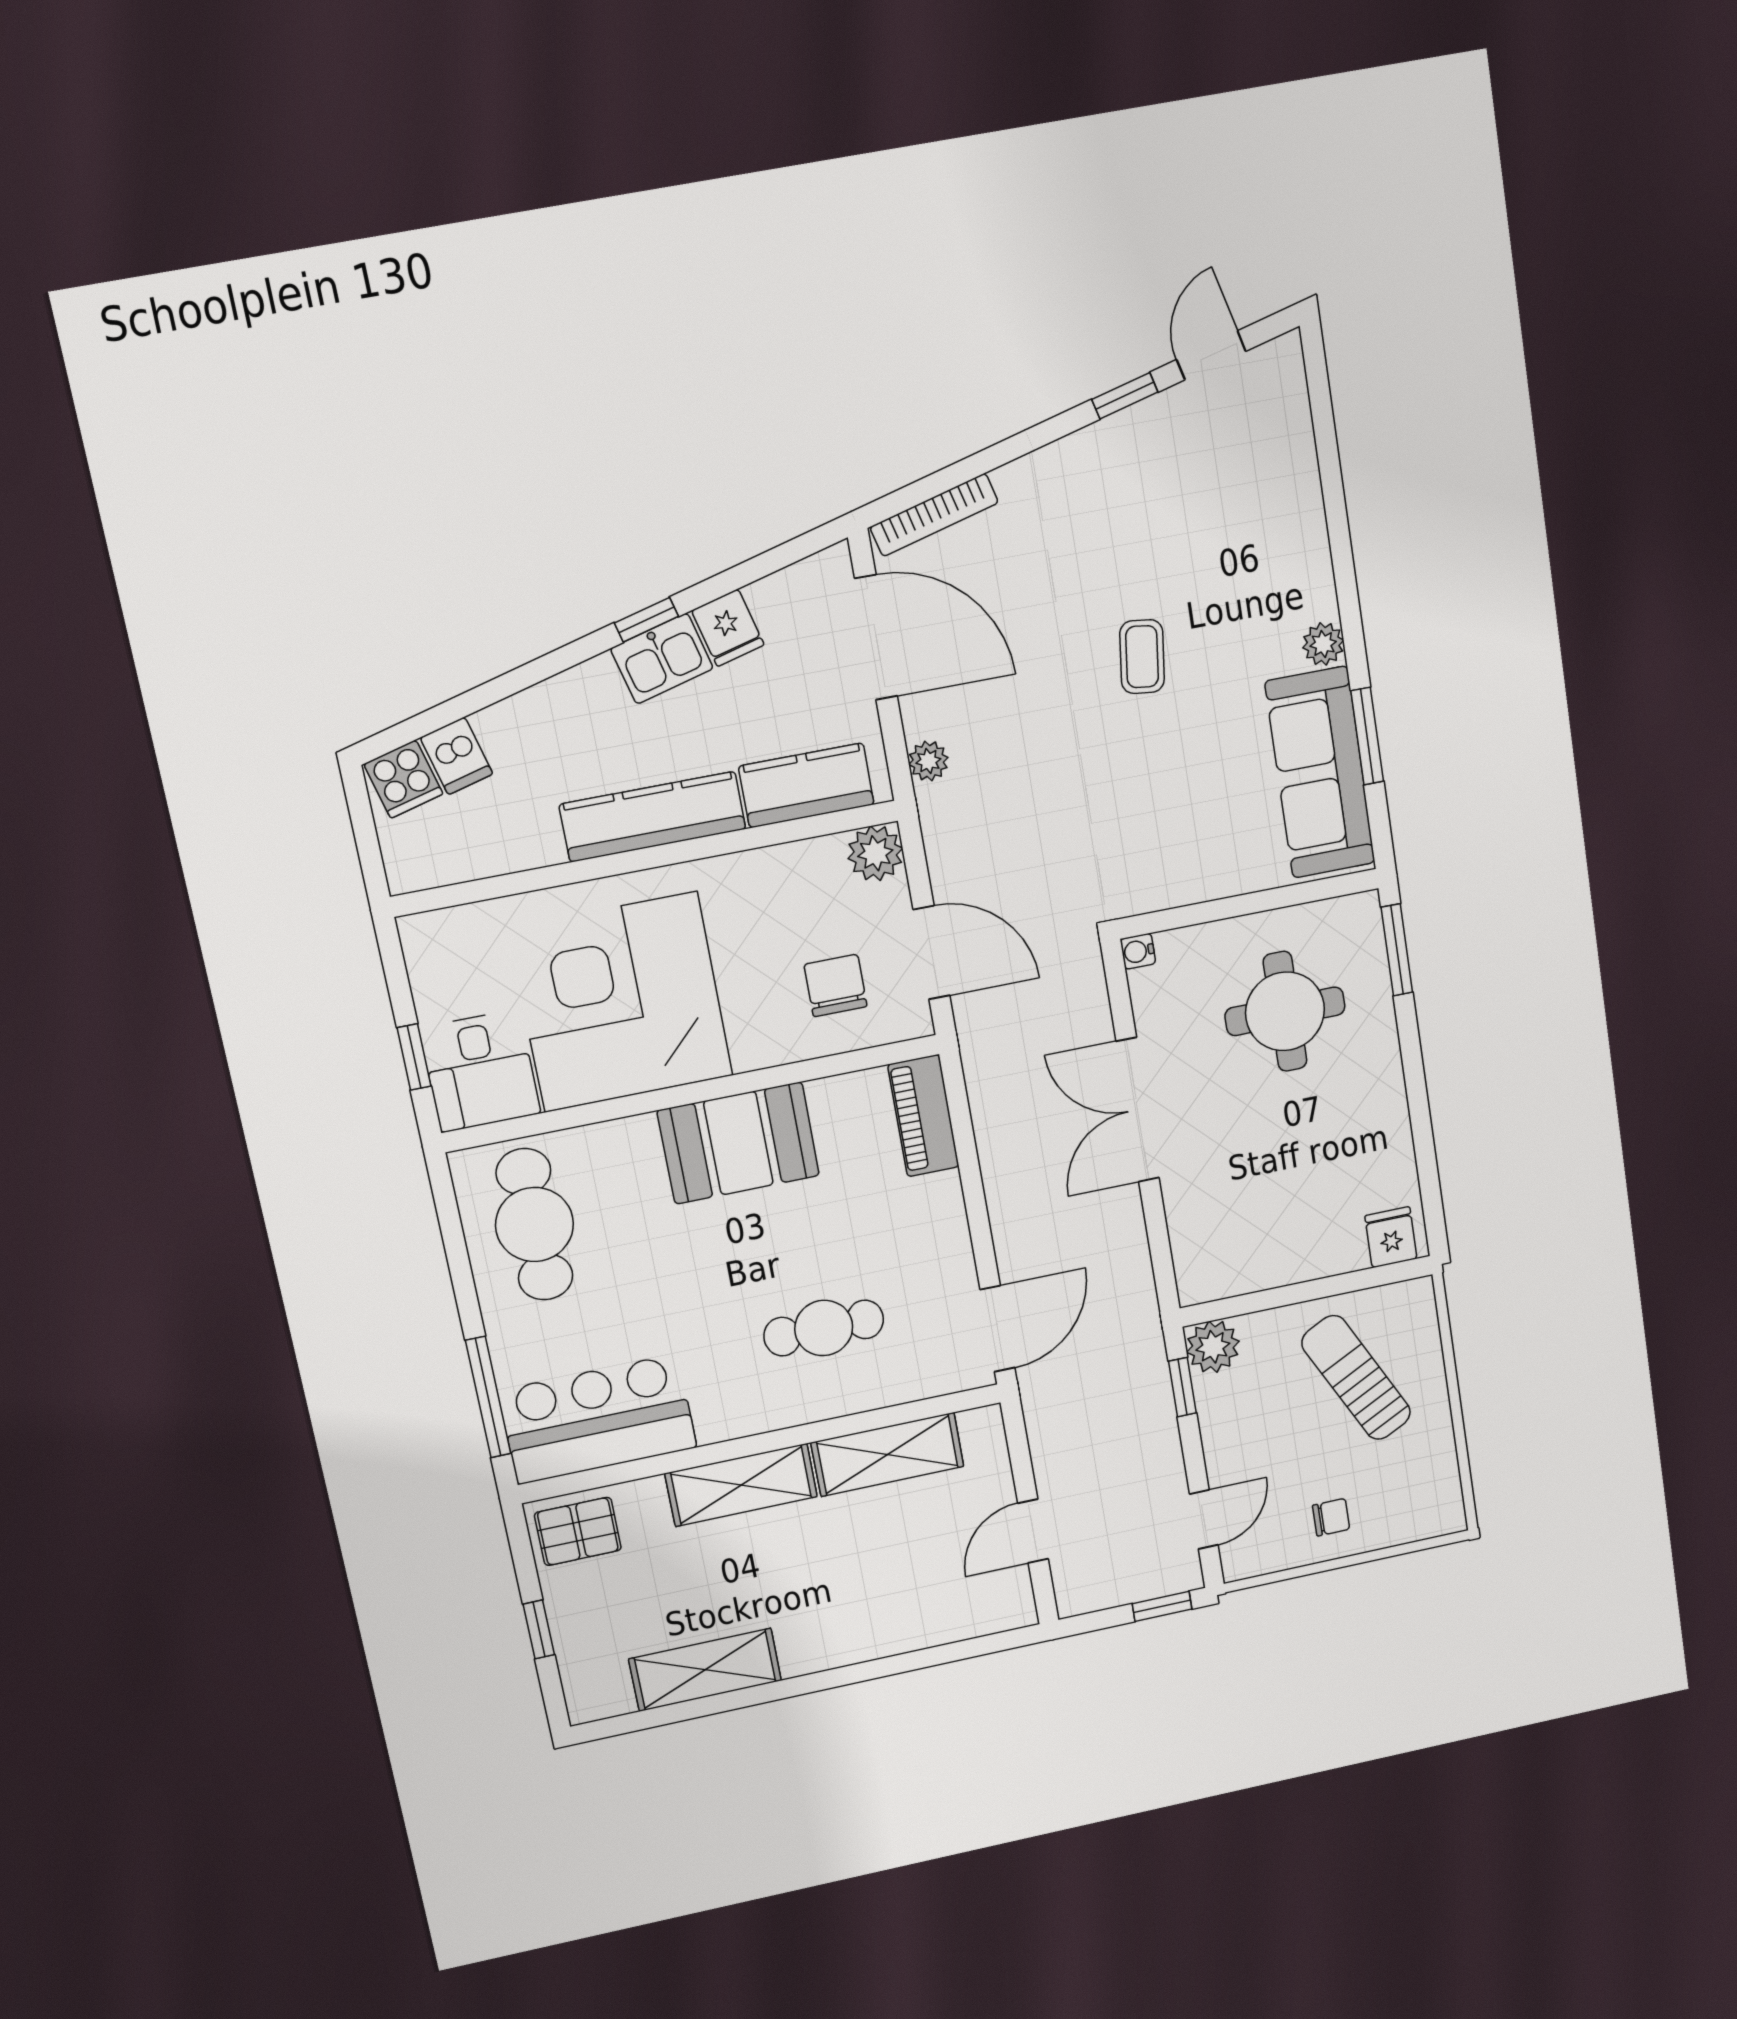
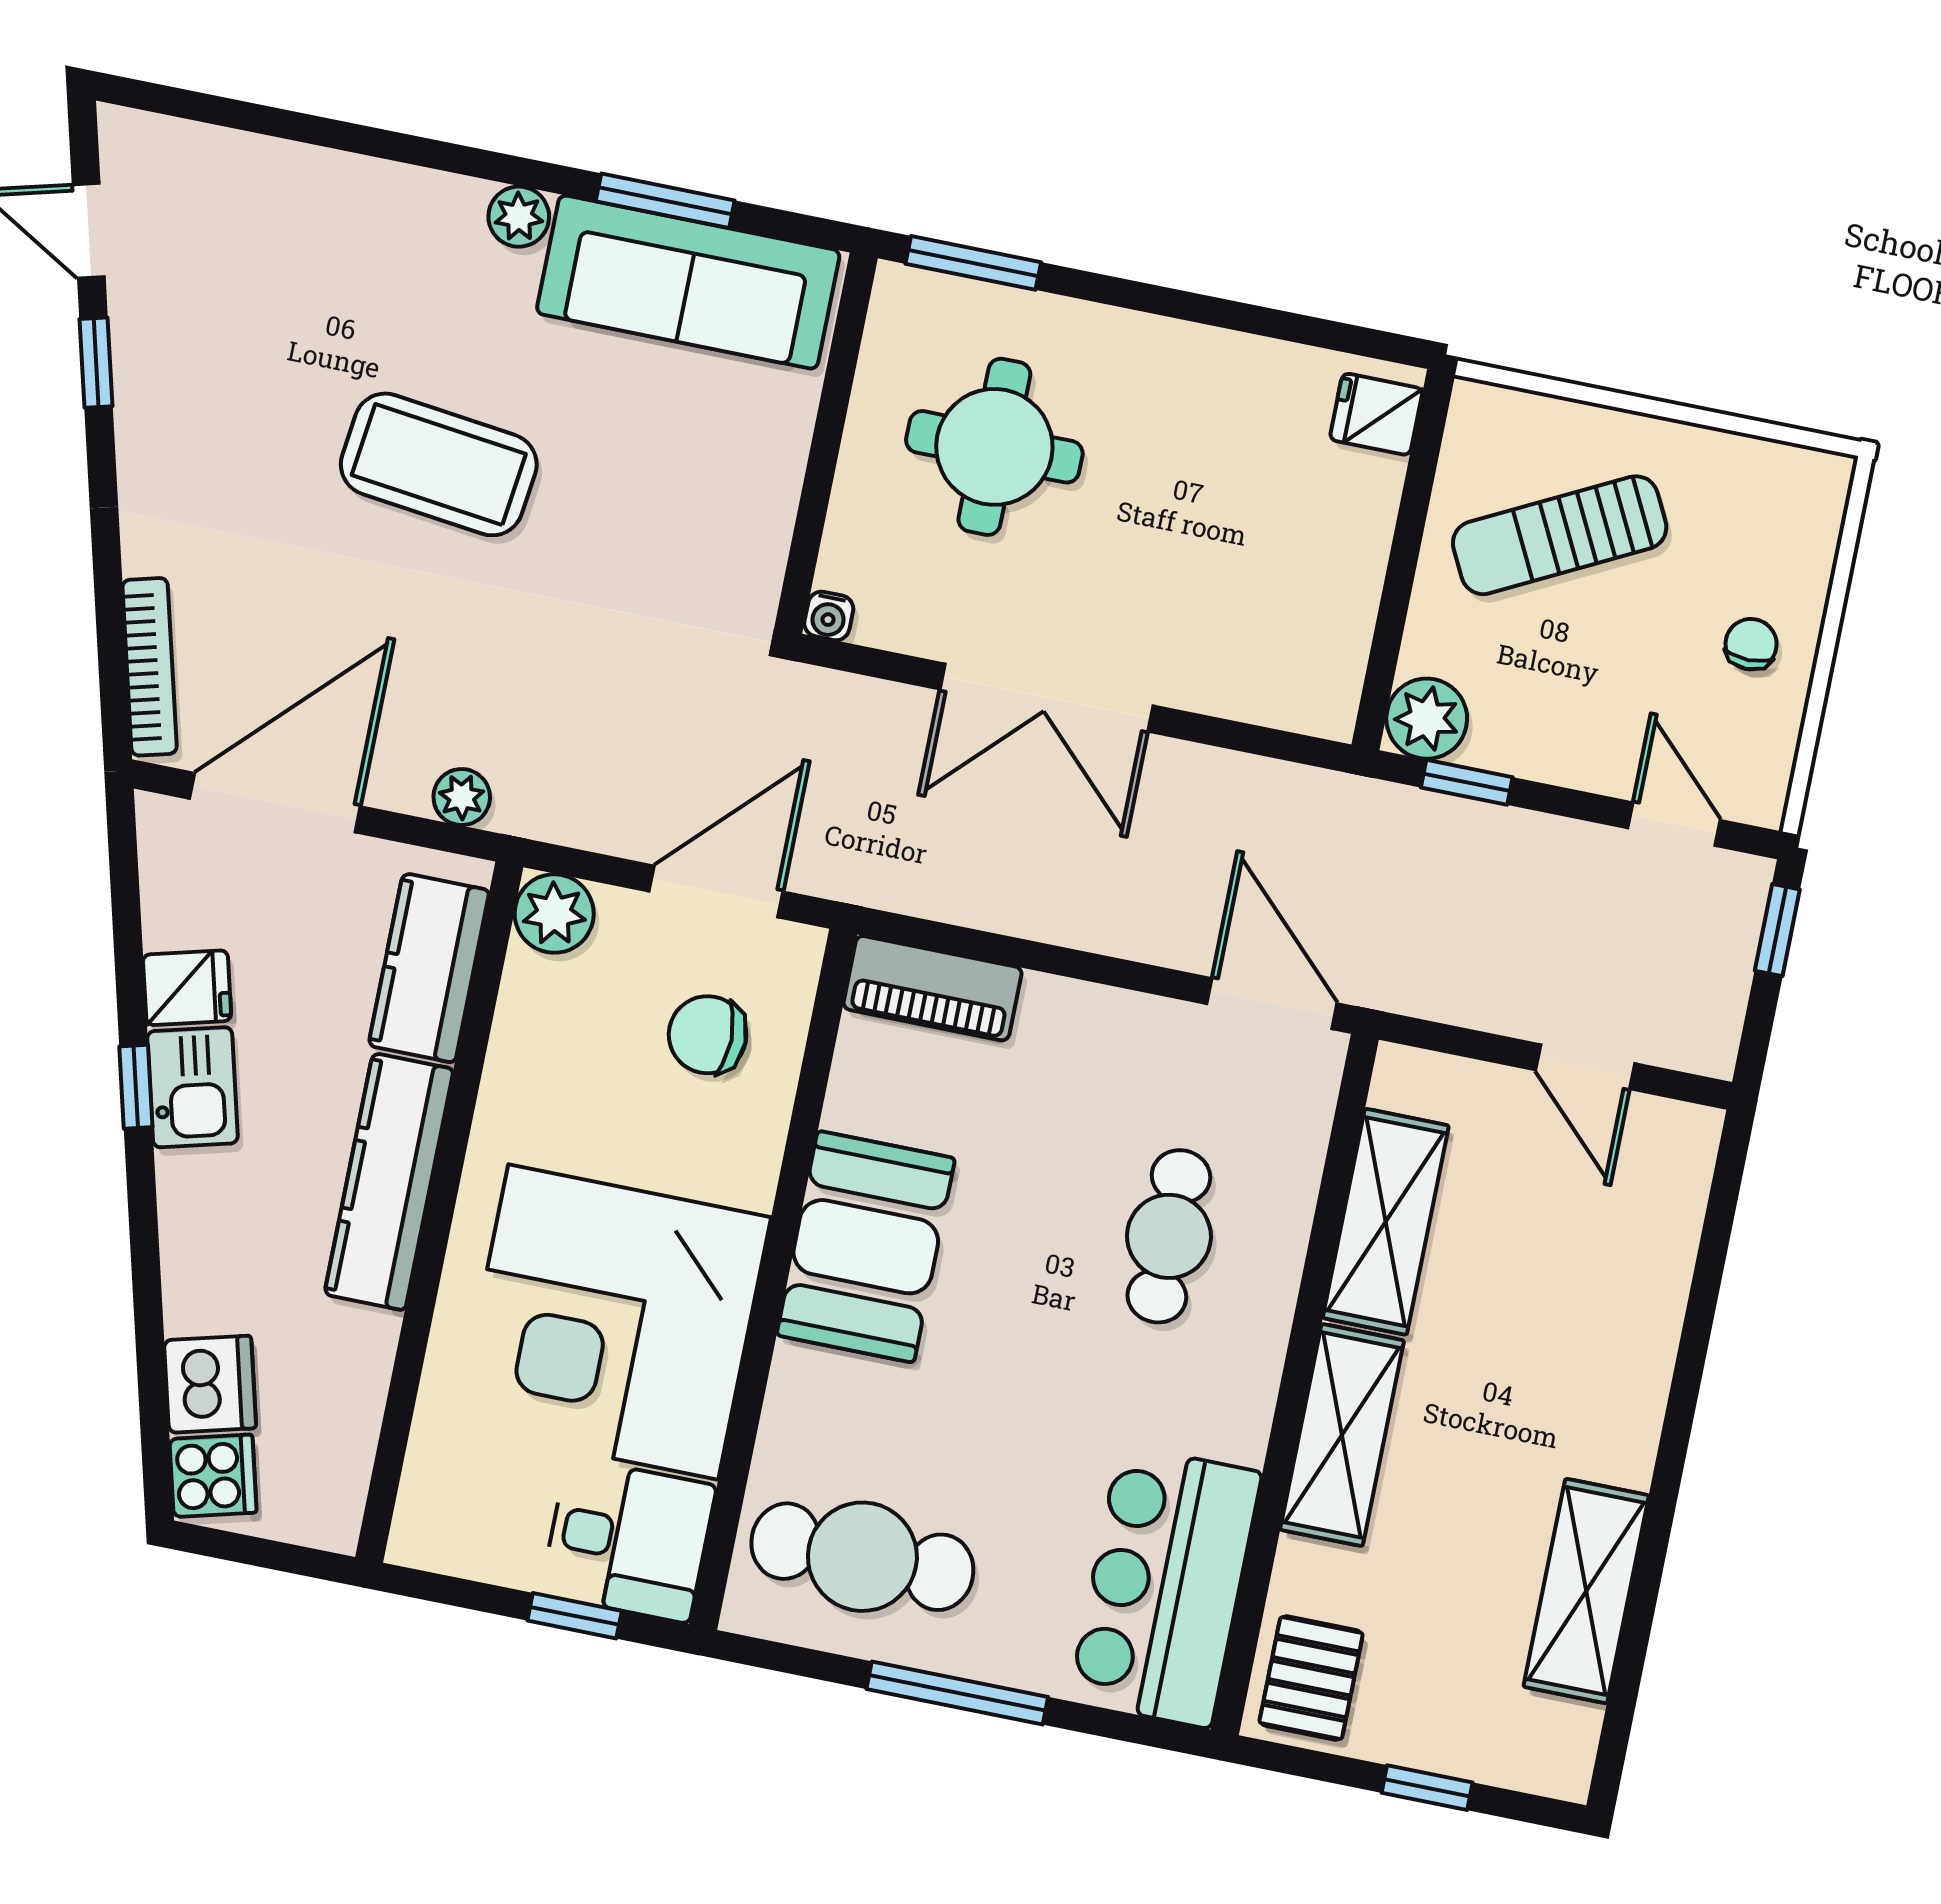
coffee table: (1142, 657) -> (439, 464), width x1.86, depth x1.72
dishwasher: (456, 756) -> (210, 1384), width x1.38
window: (488, 1397) -> (957, 1693), moved

